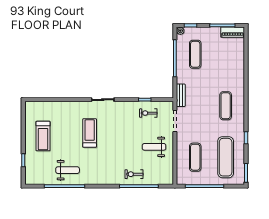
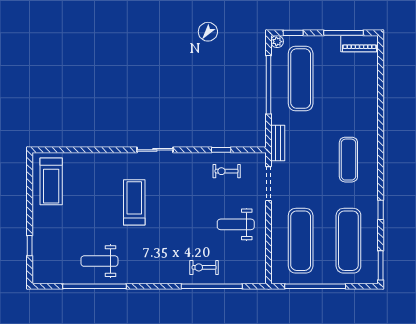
exercise mat: (195, 54) -> (301, 79), width x1.36, depth x1.45
treadmill: (43, 136) -> (51, 181), moved
exercise mat: (195, 157) -> (301, 241), width x1.36, depth x1.45
weight bench: (68, 170) -> (99, 261), turned 180

